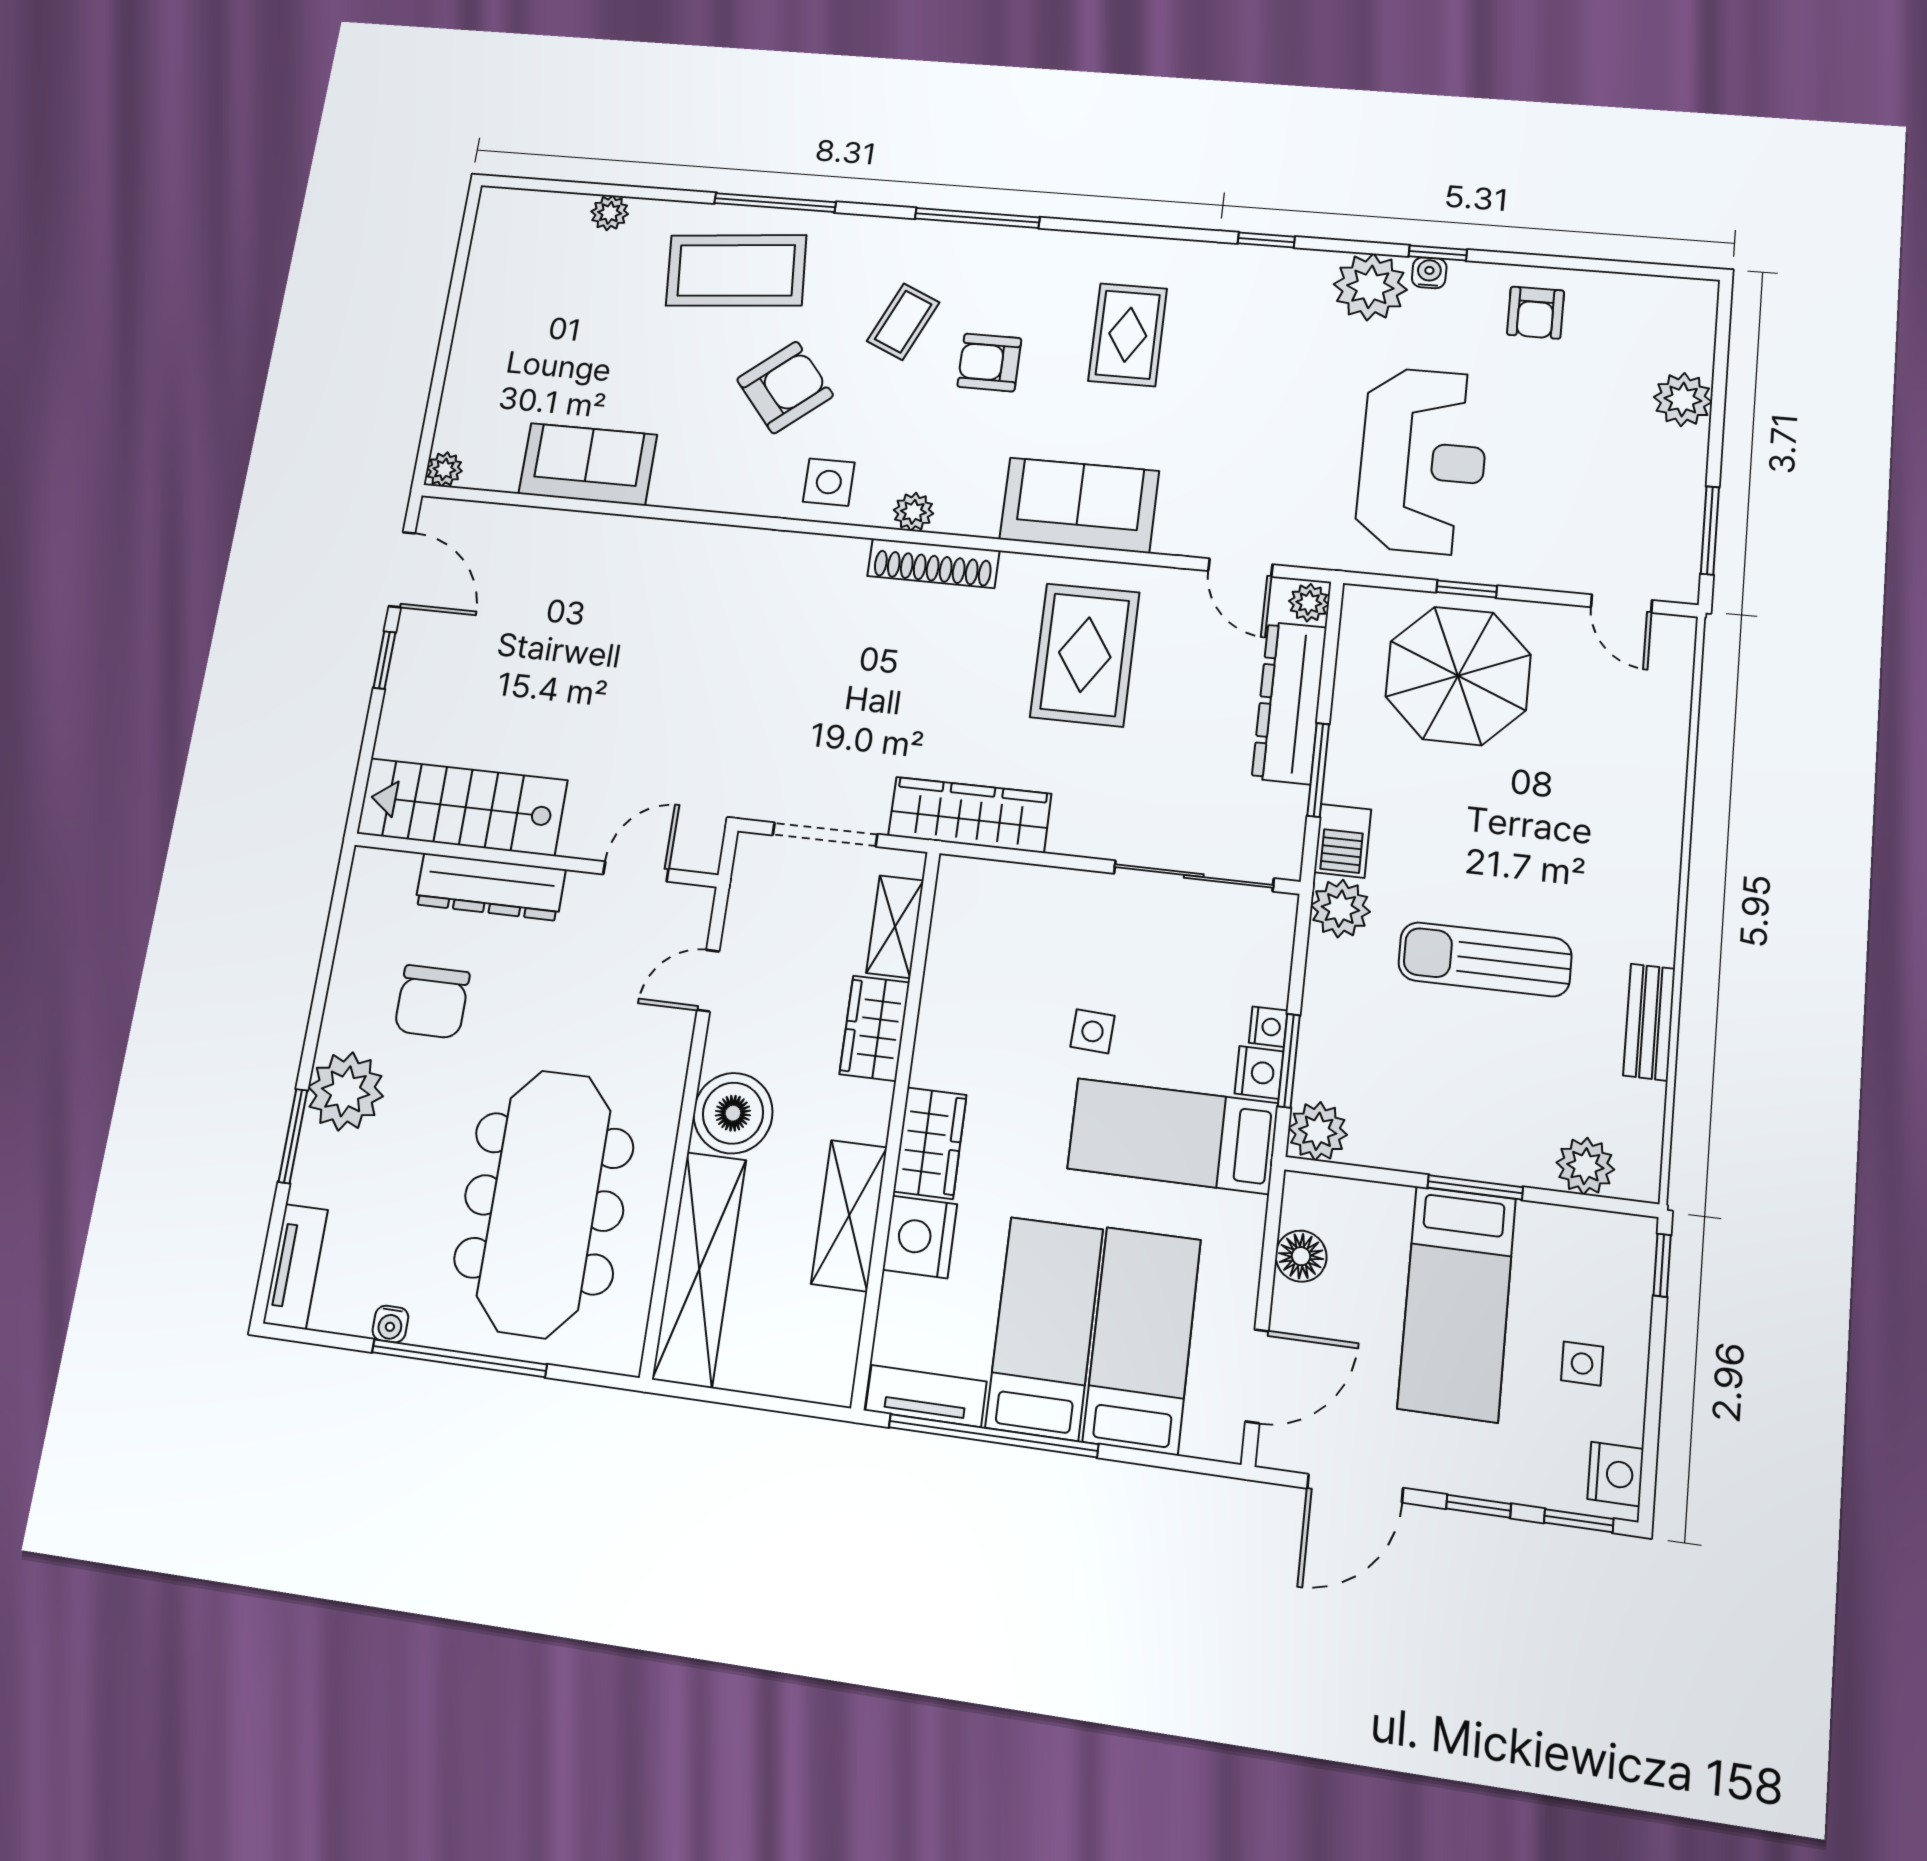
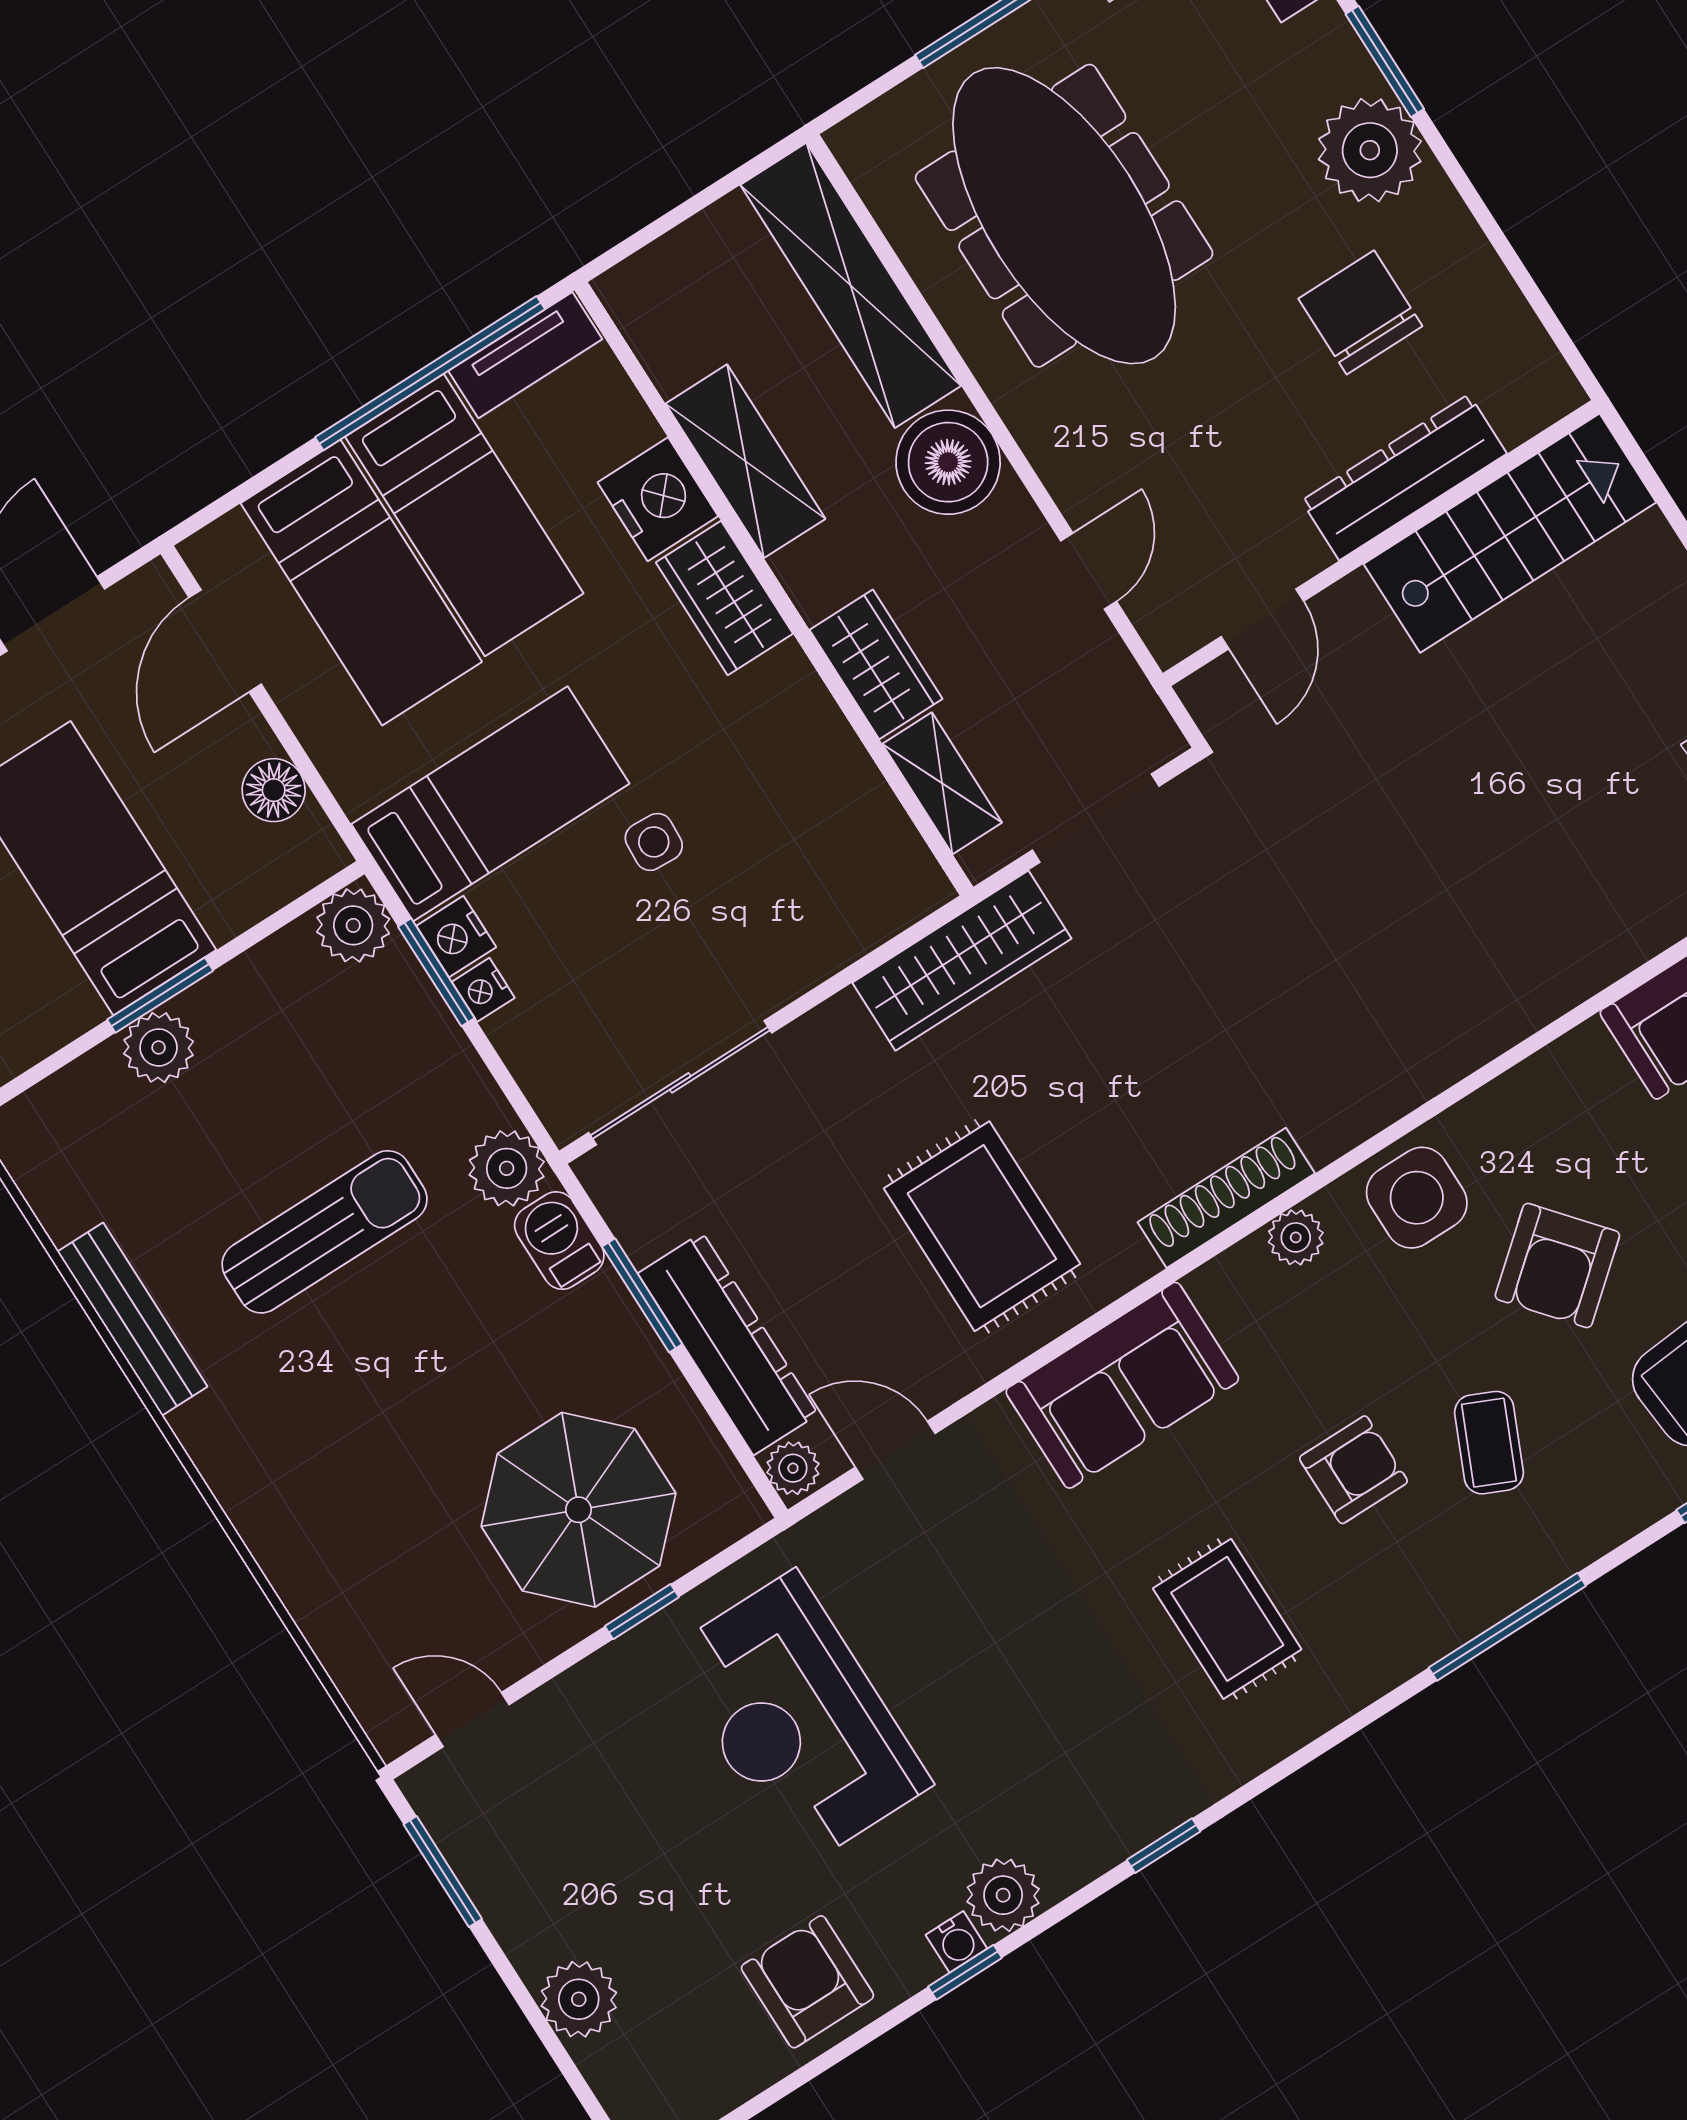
plant: (1370, 287) -> (1003, 1895), width x0.73, depth x0.73
armchair: (1536, 313) -> (807, 1982), width x1.38, depth x1.38
side table: (829, 482) -> (1417, 1198), width x1.37, depth x1.37
bench: (1649, 1022) -> (132, 1319), width x1.36
plant: (1585, 1166) -> (159, 1047), moved

